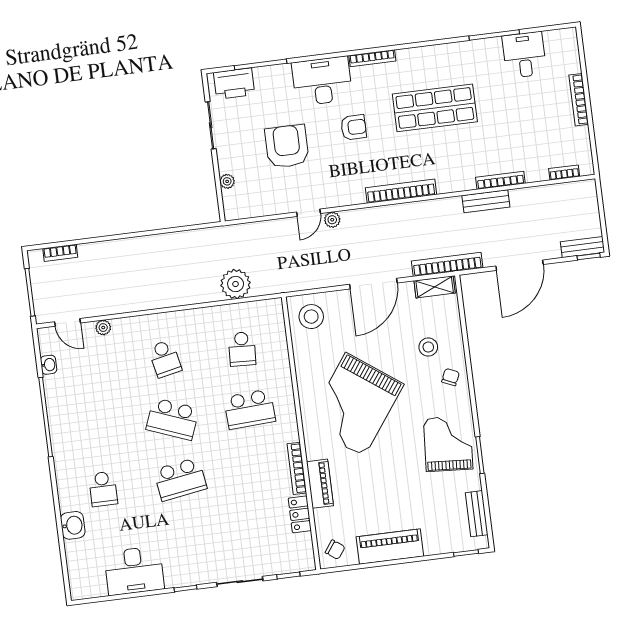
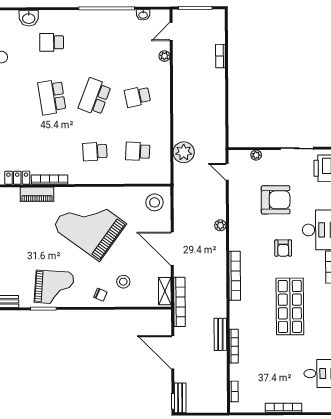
door: (308, 213) -> (227, 172), moved
bookcase: (60, 253) -> (220, 56), moved
school desk: (250, 409) -> (95, 152), width x0.54

